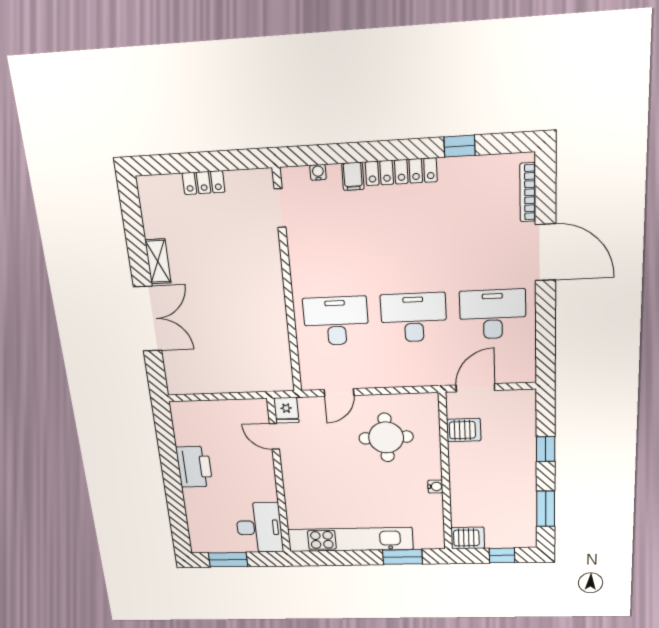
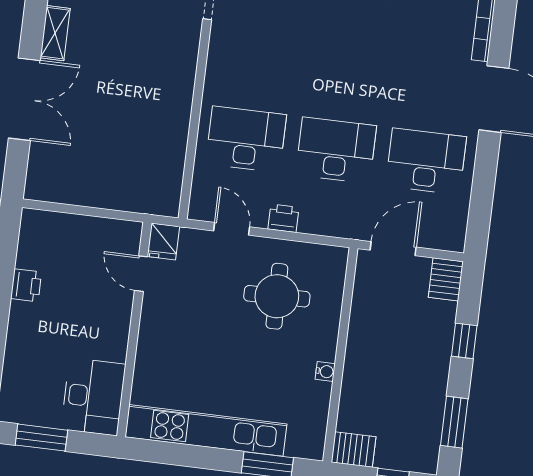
printer: (380, 378) -> (283, 218), added
door: (339, 392) -> (232, 229), swing flipped
server rack: (464, 430) -> (446, 279), moved, turned 90
printer: (194, 467) -> (26, 285), width x0.53, depth x0.68

